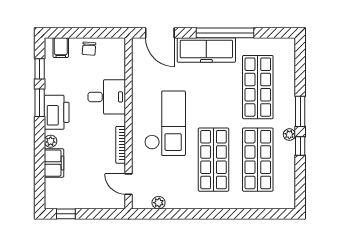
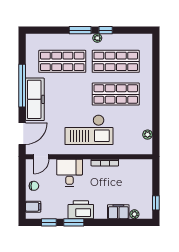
checkout: (165, 123) -> (89, 130), turned 180
plant: (51, 141) -> (134, 214), moved
door: (129, 184) -> (41, 157), moved

